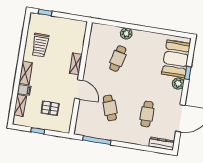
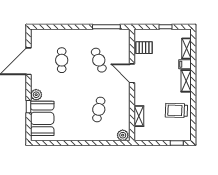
plant: (126, 33) -> (123, 135), moved
trolley: (40, 45) -> (176, 110), turned -89
shelving: (76, 64) -> (139, 116), moved
pallet: (50, 108) -> (144, 48), moved
dresser: (162, 144) -> (43, 34), removed

